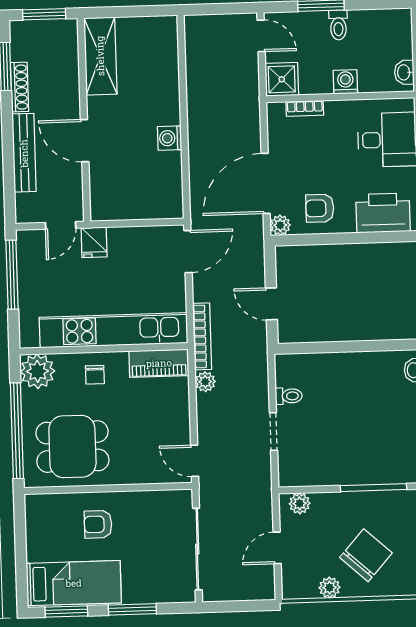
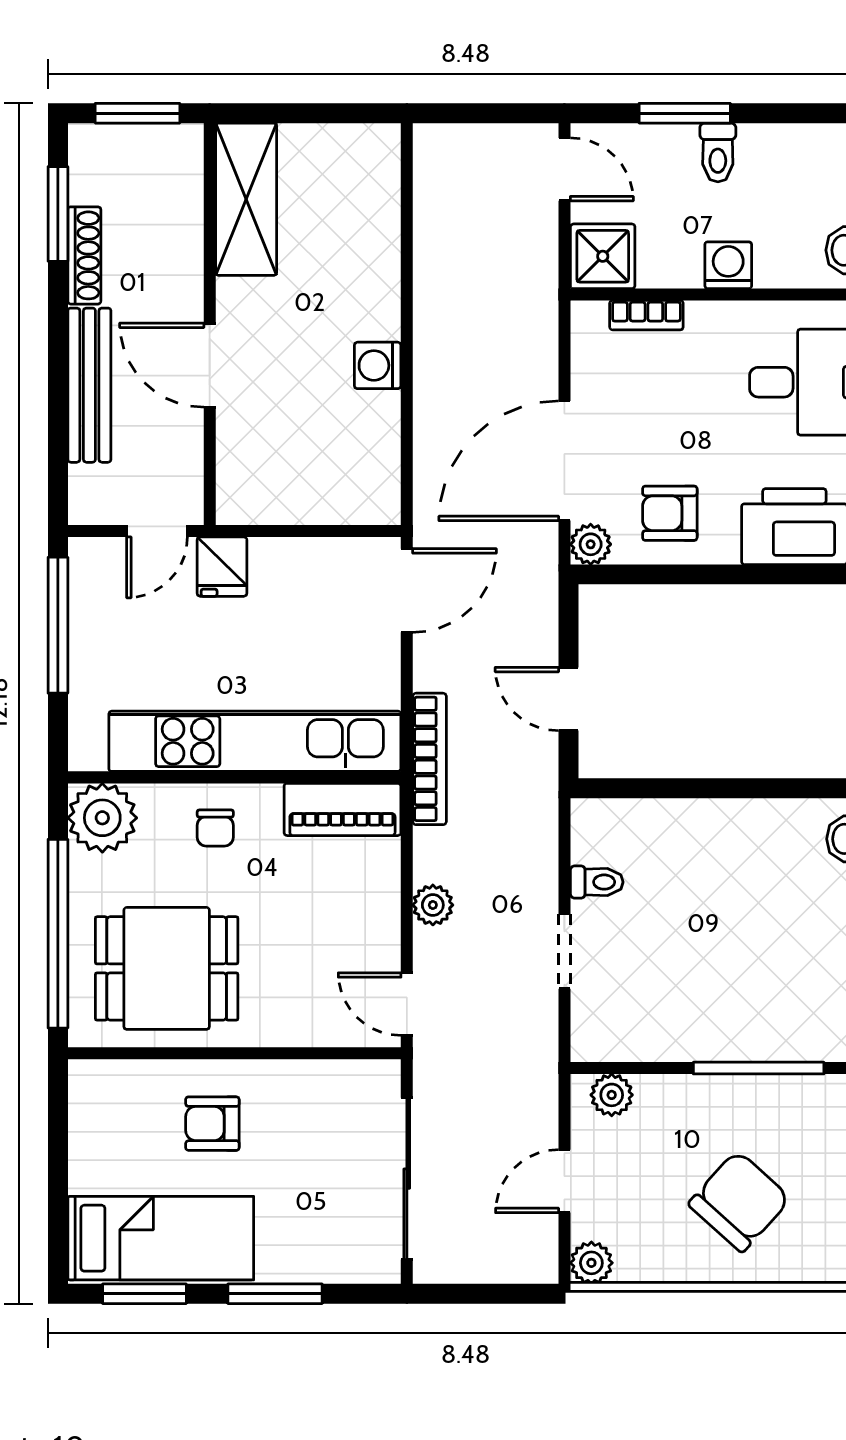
plant: (205, 382) -> (433, 905), moved
plant: (330, 588) -> (591, 1263), moved

